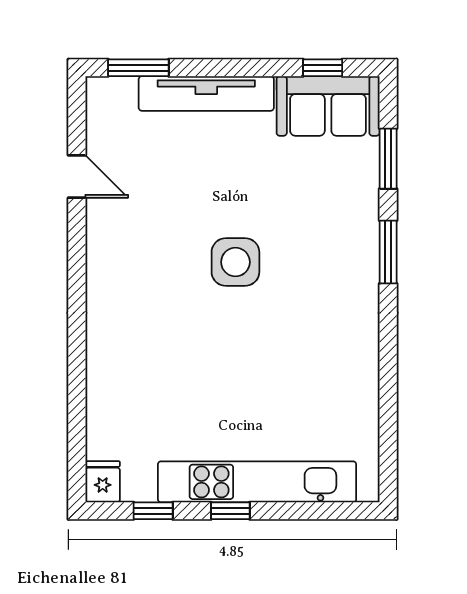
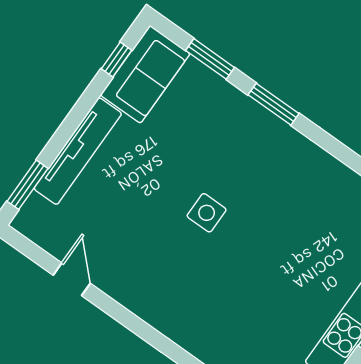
door: (77, 176) -> (72, 279), hinge flipped
side table: (235, 262) -> (207, 213), width x0.73, depth x0.73

